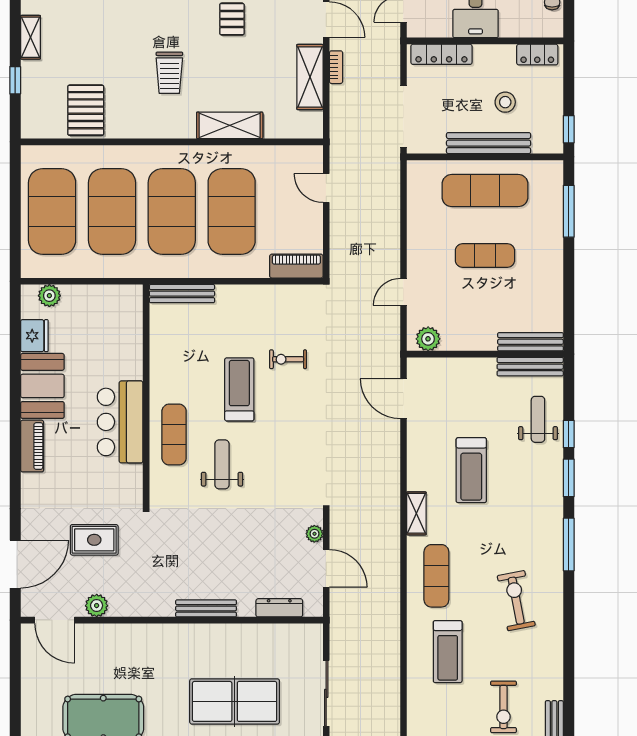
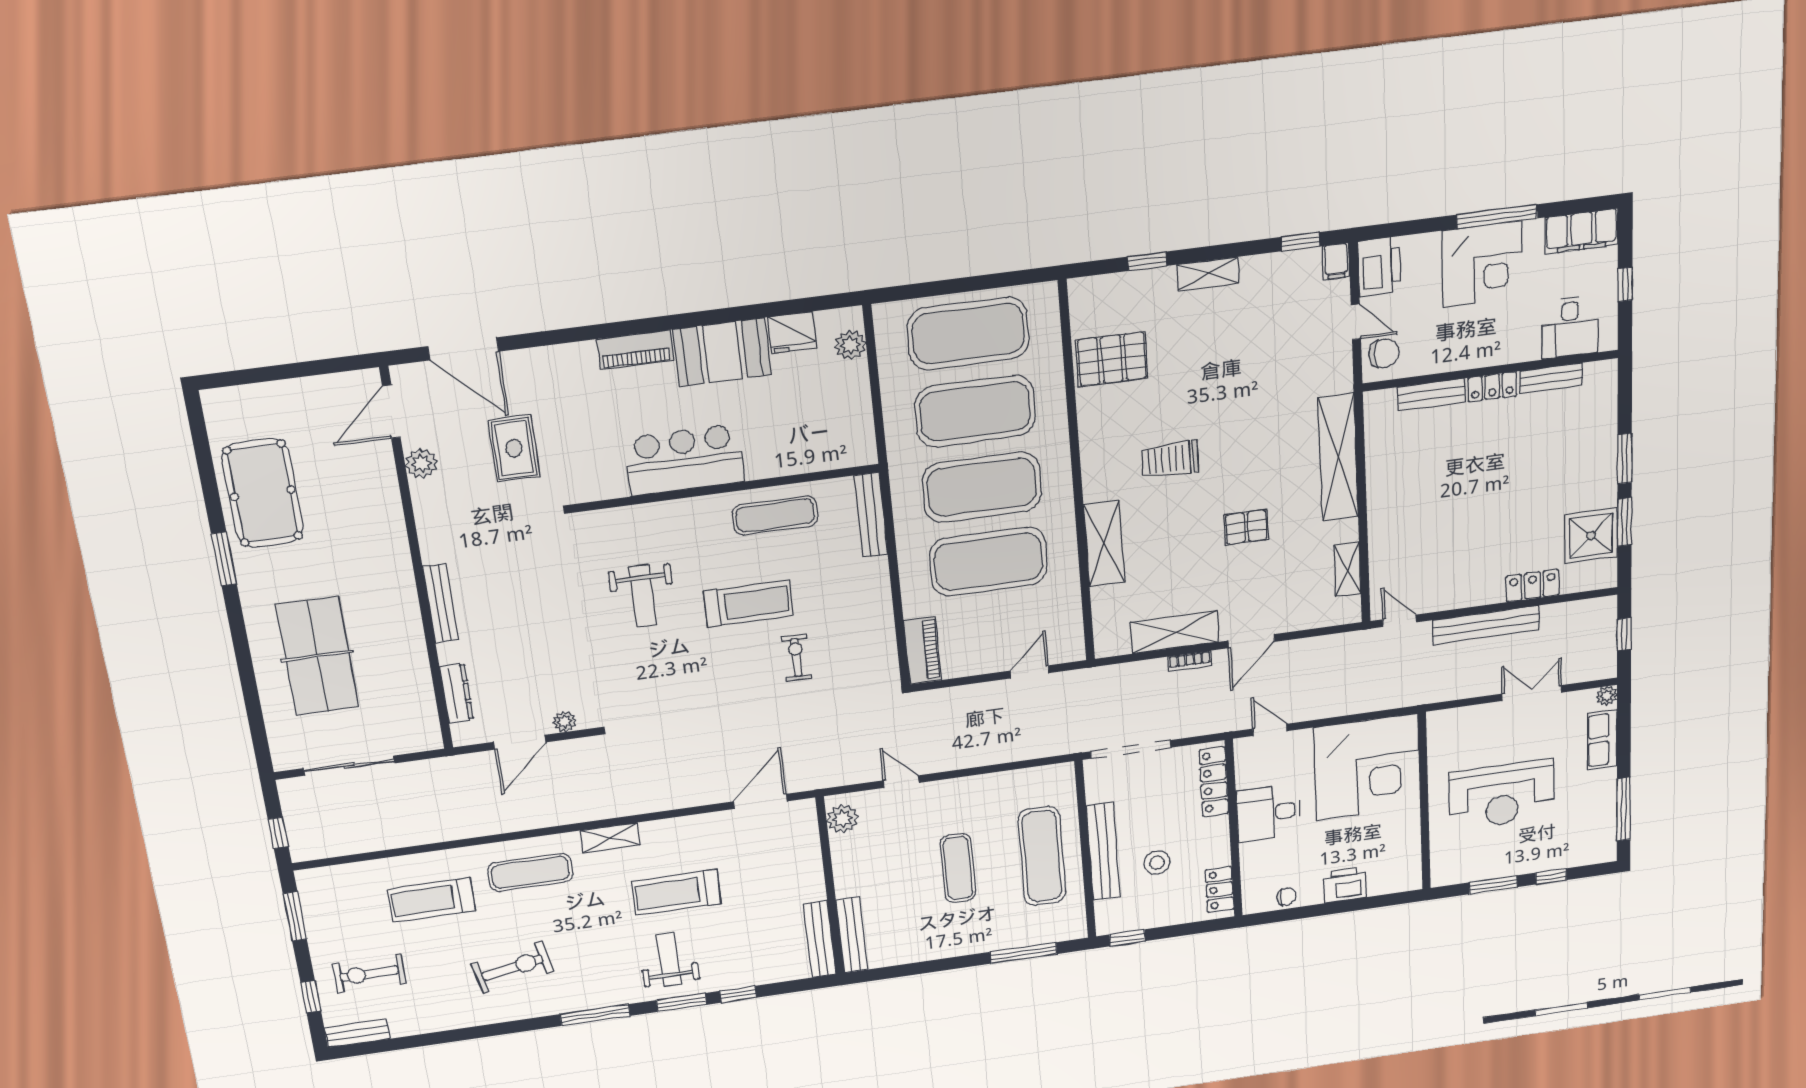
weight bench: (538, 419) -> (669, 959), moved, turned -90
exercise mat: (174, 435) -> (775, 515), moved
weight bench: (222, 464) -> (643, 596), turned 90

